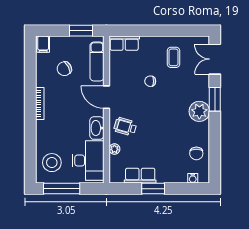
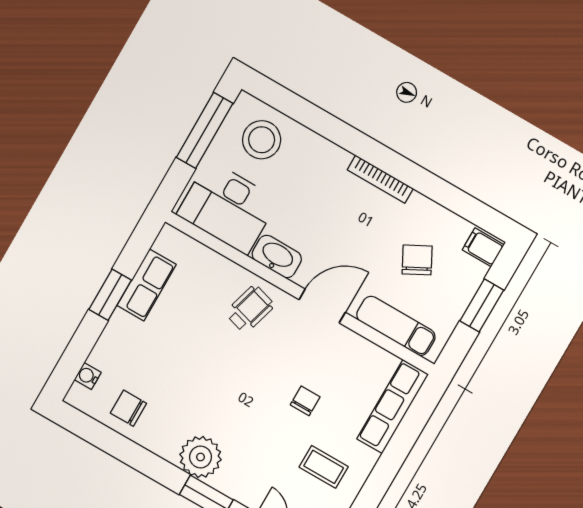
window: (81, 31) -> (482, 305), moved
row of seats: (124, 43) -> (393, 407), width x1.48
plant: (114, 149) -> (221, 266), removed

